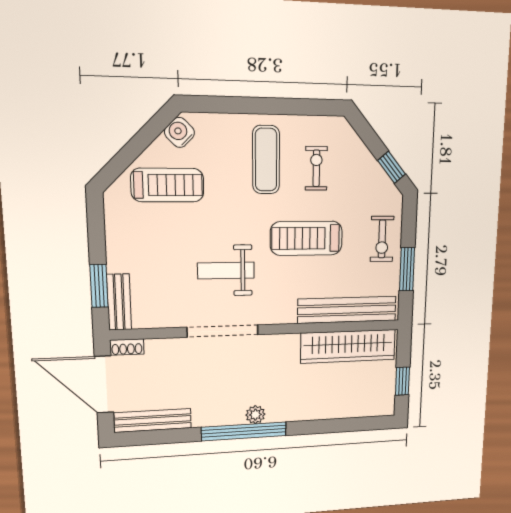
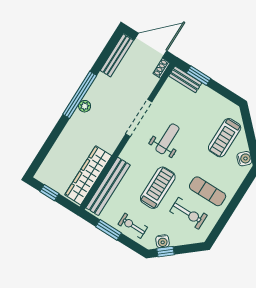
exercise bike: (316, 168) -> (188, 213), width x1.38, depth x1.39
water cooler: (379, 181) -> (163, 241), added

